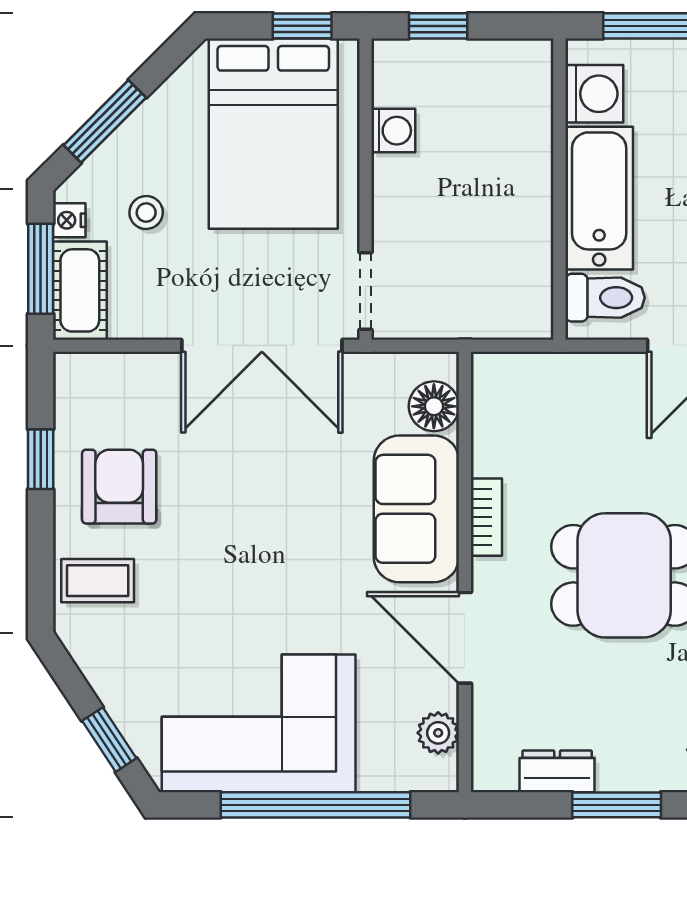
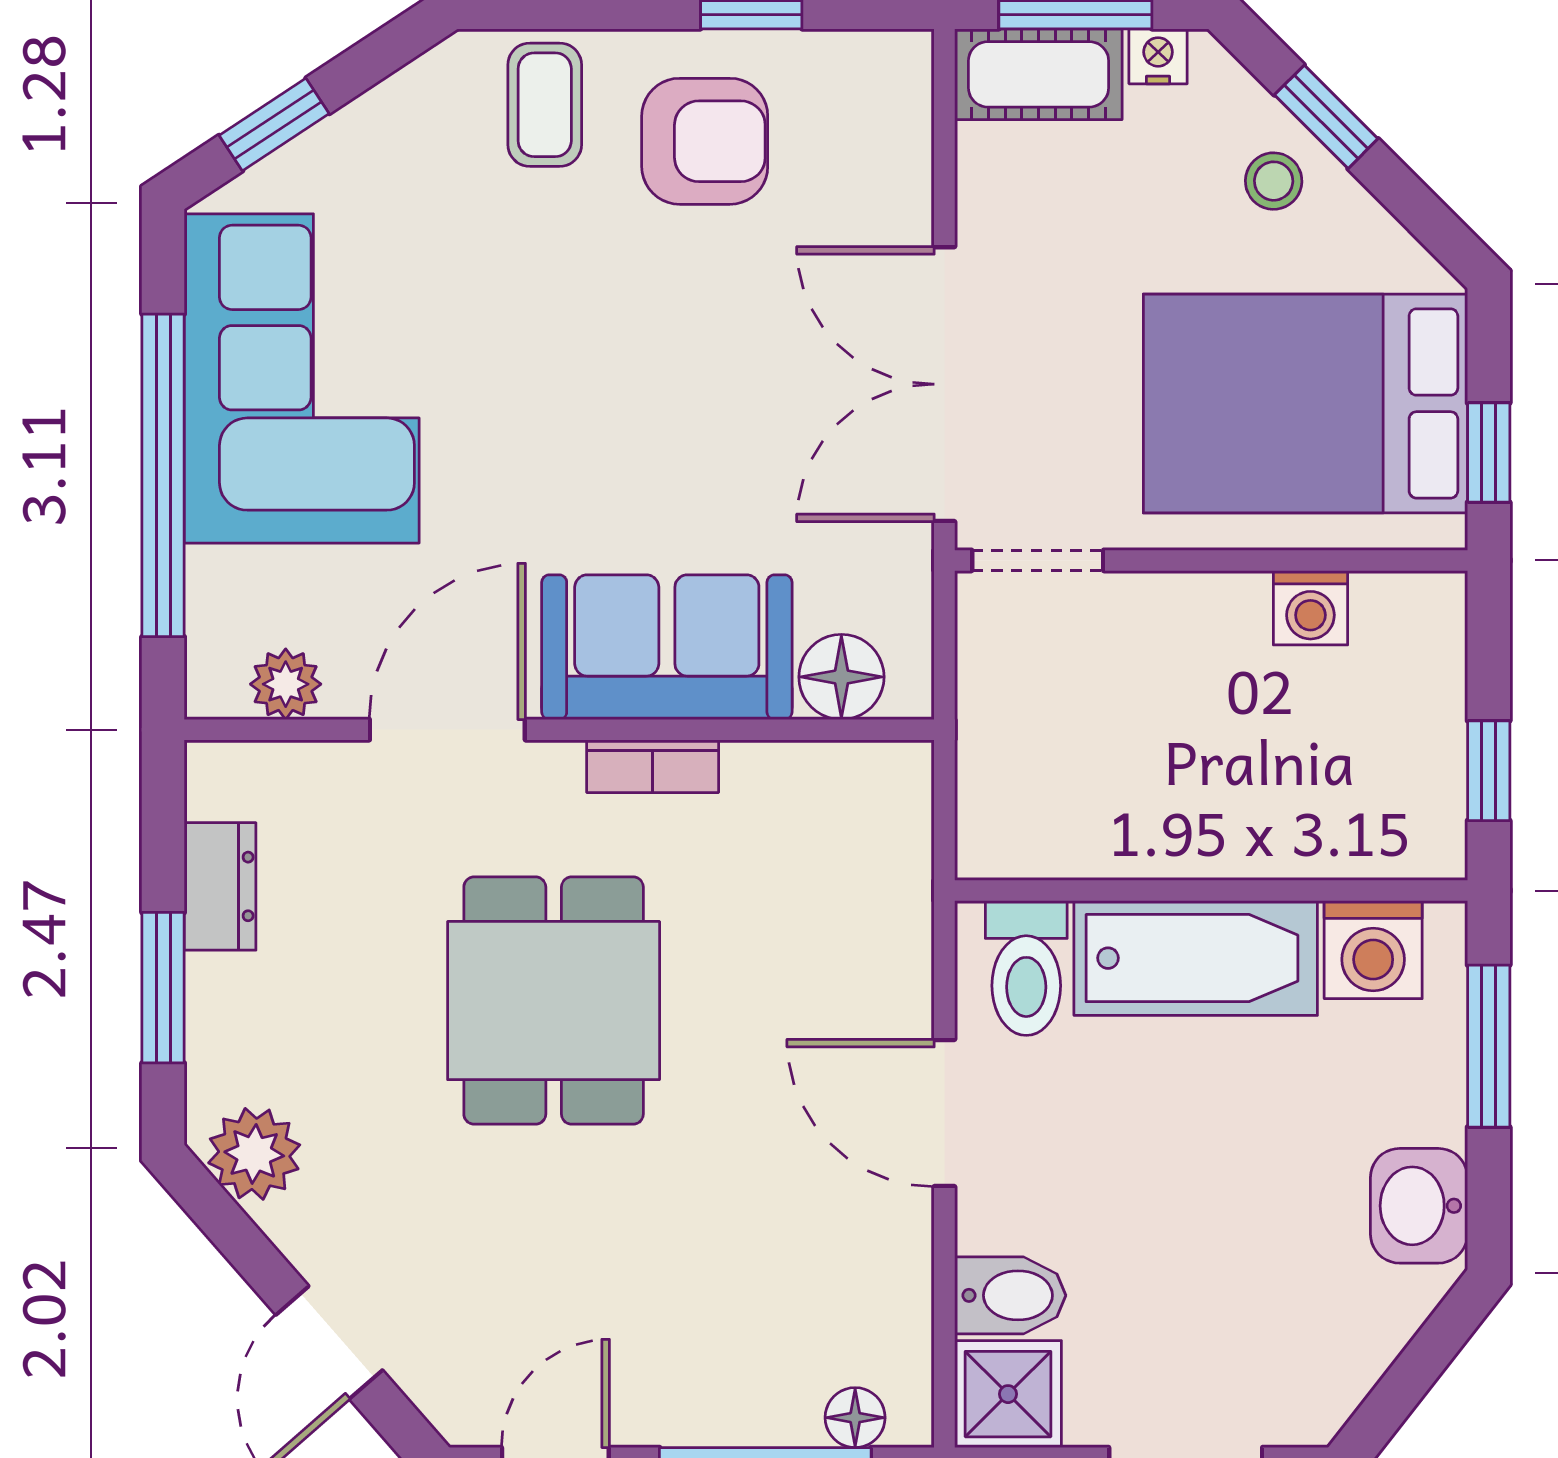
window: (438, 26) -> (1489, 771), moved
window: (105, 121) -> (1326, 117), width x0.67
stool: (146, 213) -> (1274, 181), moved

